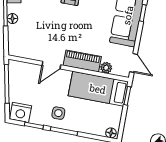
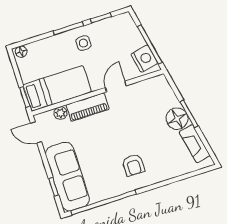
floor lamp: (12, 19) -> (177, 119), width x1.89, depth x1.89
nightstand: (21, 112) -> (144, 59), moved, turned 78

